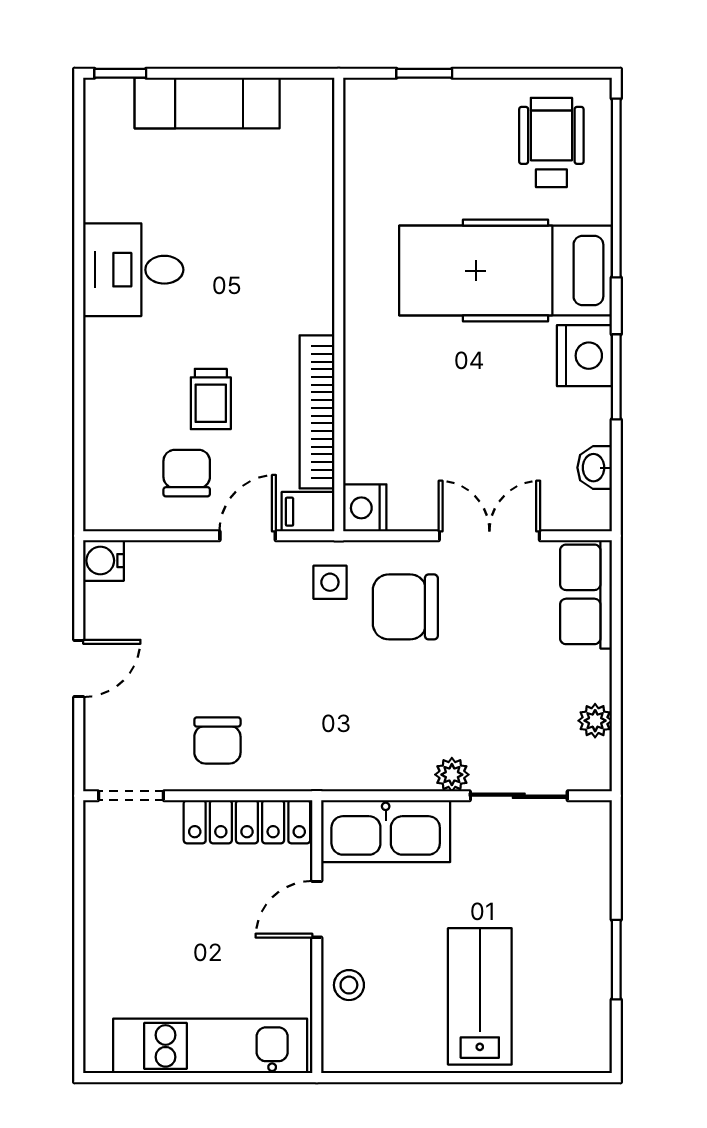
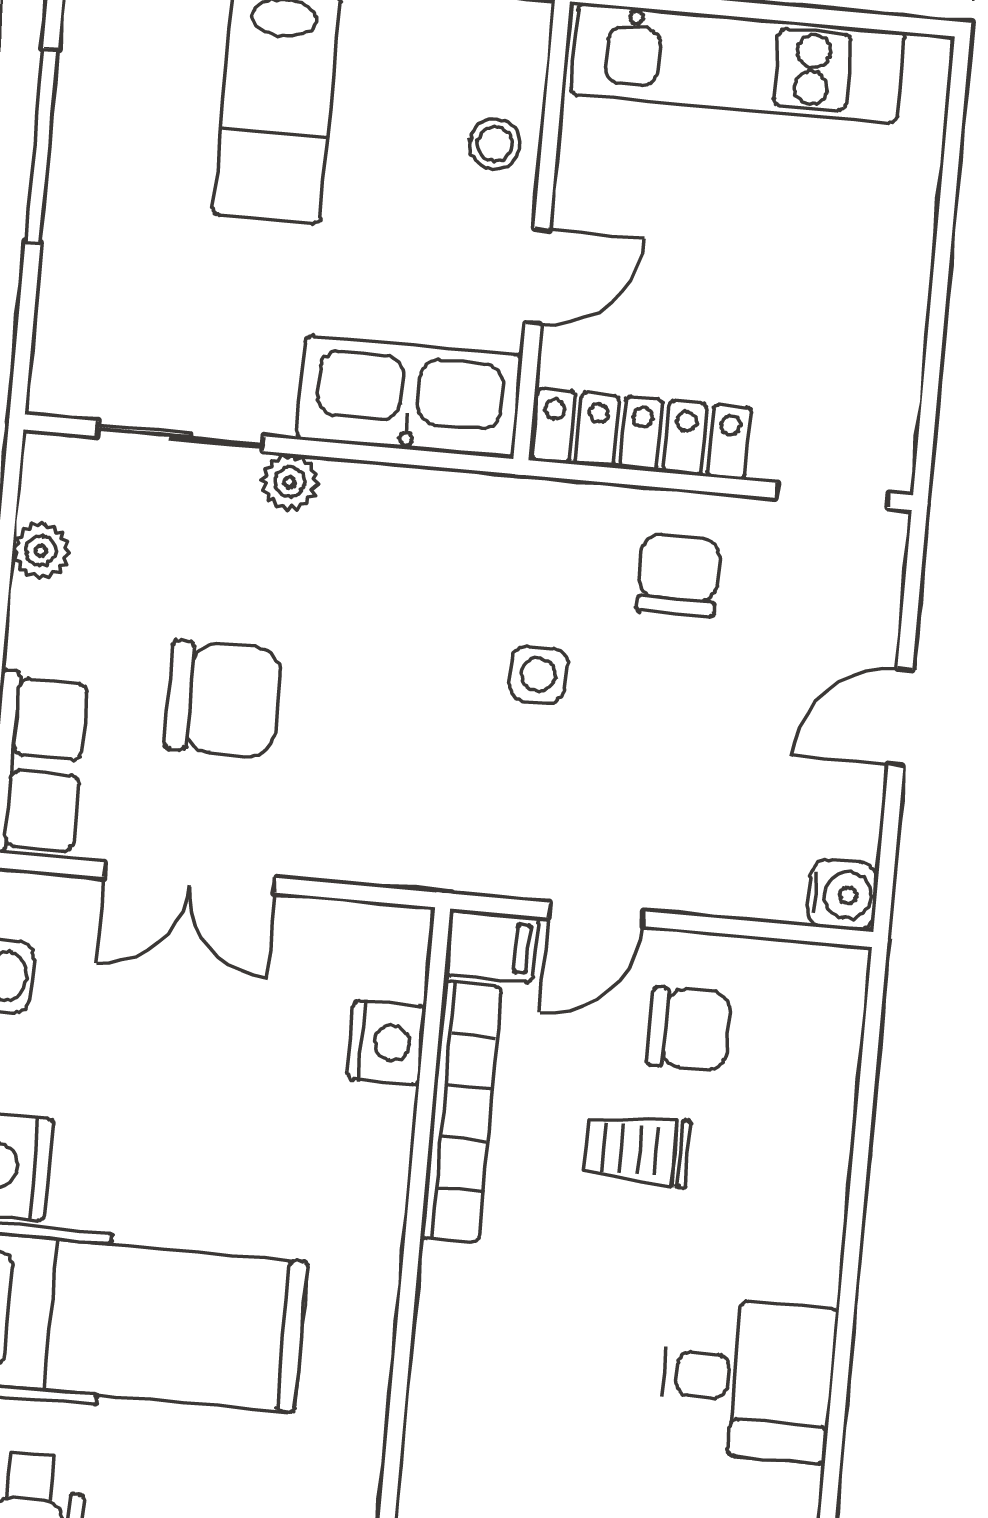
trolley: (211, 399) -> (637, 1150), turned -90
chair: (187, 473) -> (689, 1029), turned -90
nightstand: (365, 508) -> (386, 1042), moved
side table: (330, 582) -> (538, 674), moved
chair: (405, 607) -> (223, 699), moved
window: (616, 960) -> (42, 146), width x1.44

